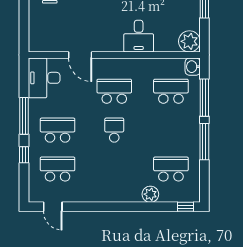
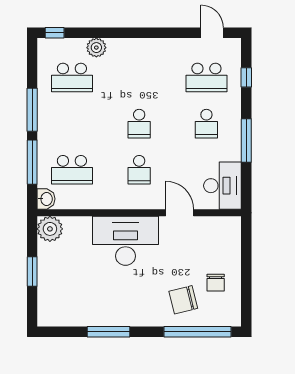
desk: (139, 36) -> (126, 241), width x1.87, depth x1.30
school desk: (114, 91) -> (139, 170), width x0.54
school desk: (58, 130) -> (206, 124), width x0.54
window: (24, 155) -> (246, 77), moved

